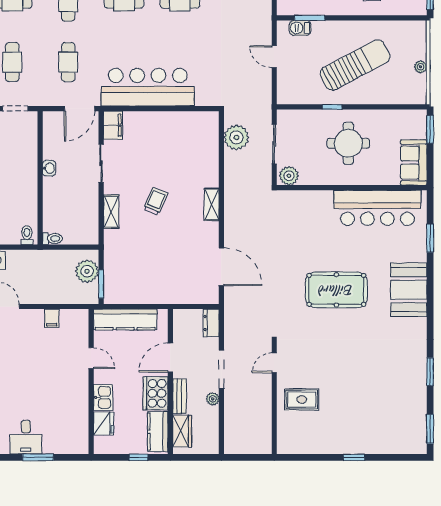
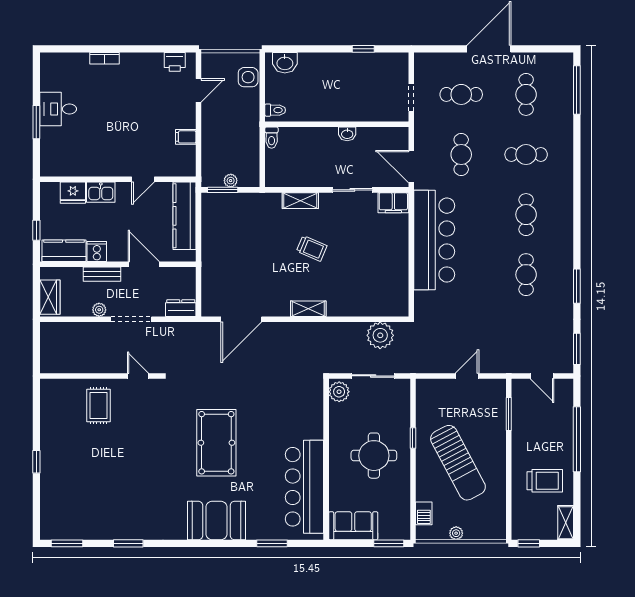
barbecue: (300, 28) -> (424, 513), moved, turned 180
cafe table: (68, 62) -> (461, 155), turned 90
plant: (87, 271) -> (231, 181), width x0.53, depth x0.53
cooker: (156, 393) -> (97, 252), width x0.53, depth x0.76
wardrobe: (182, 431) -> (50, 297), moved, turned -90

